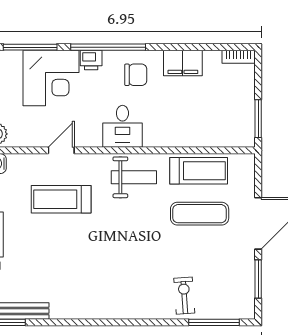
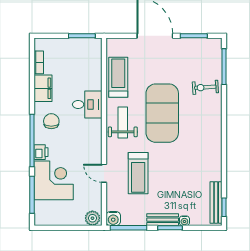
bookcase: (239, 57) -> (39, 62), moved
desk: (122, 126) -> (87, 104), moved
exercise mat: (200, 214) -> (162, 113), moved, width x2.00, depth x1.45

